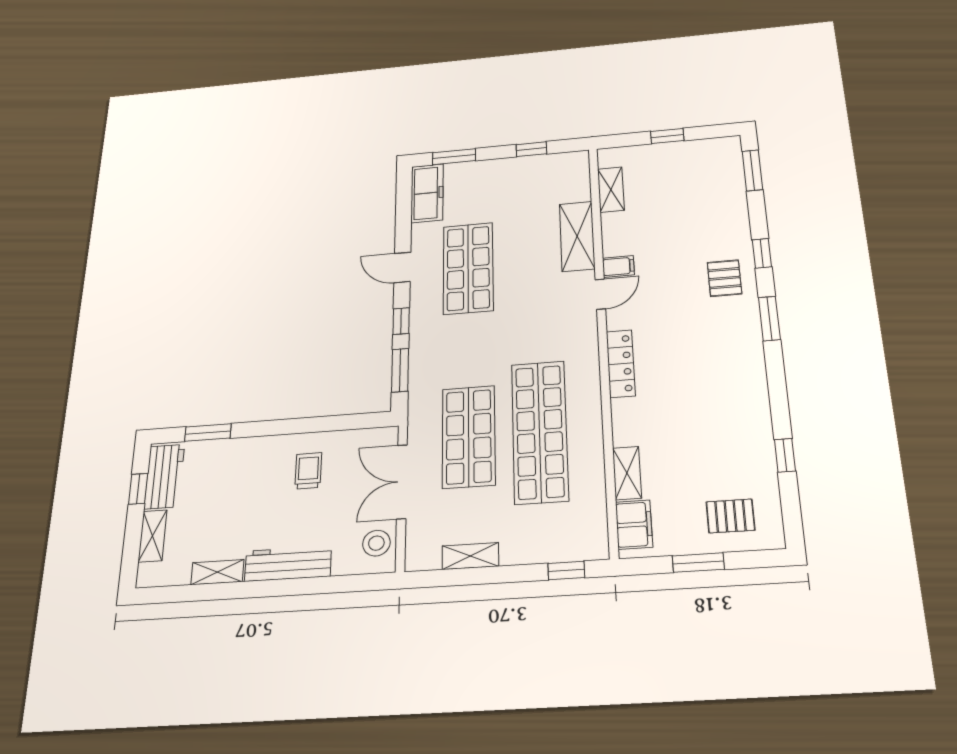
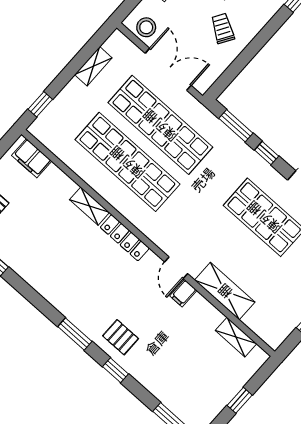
shop shelf: (469, 436) -> (160, 125), width x1.40
trolley: (308, 471) -> (223, 28), turned -148
shelving: (627, 473) -> (89, 206), moved

